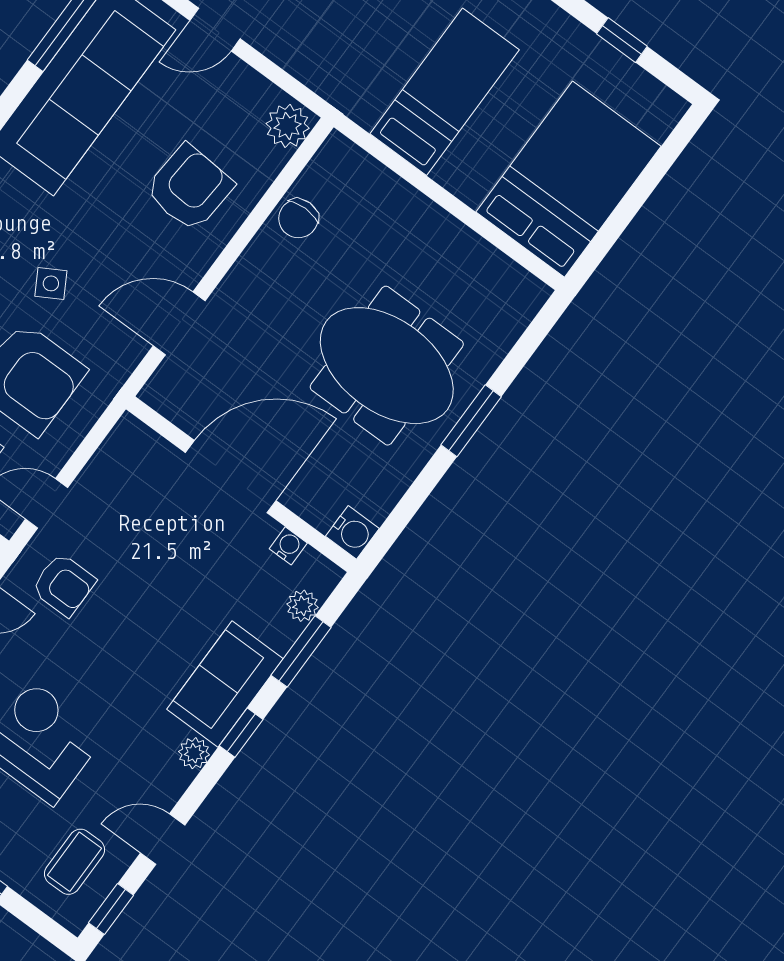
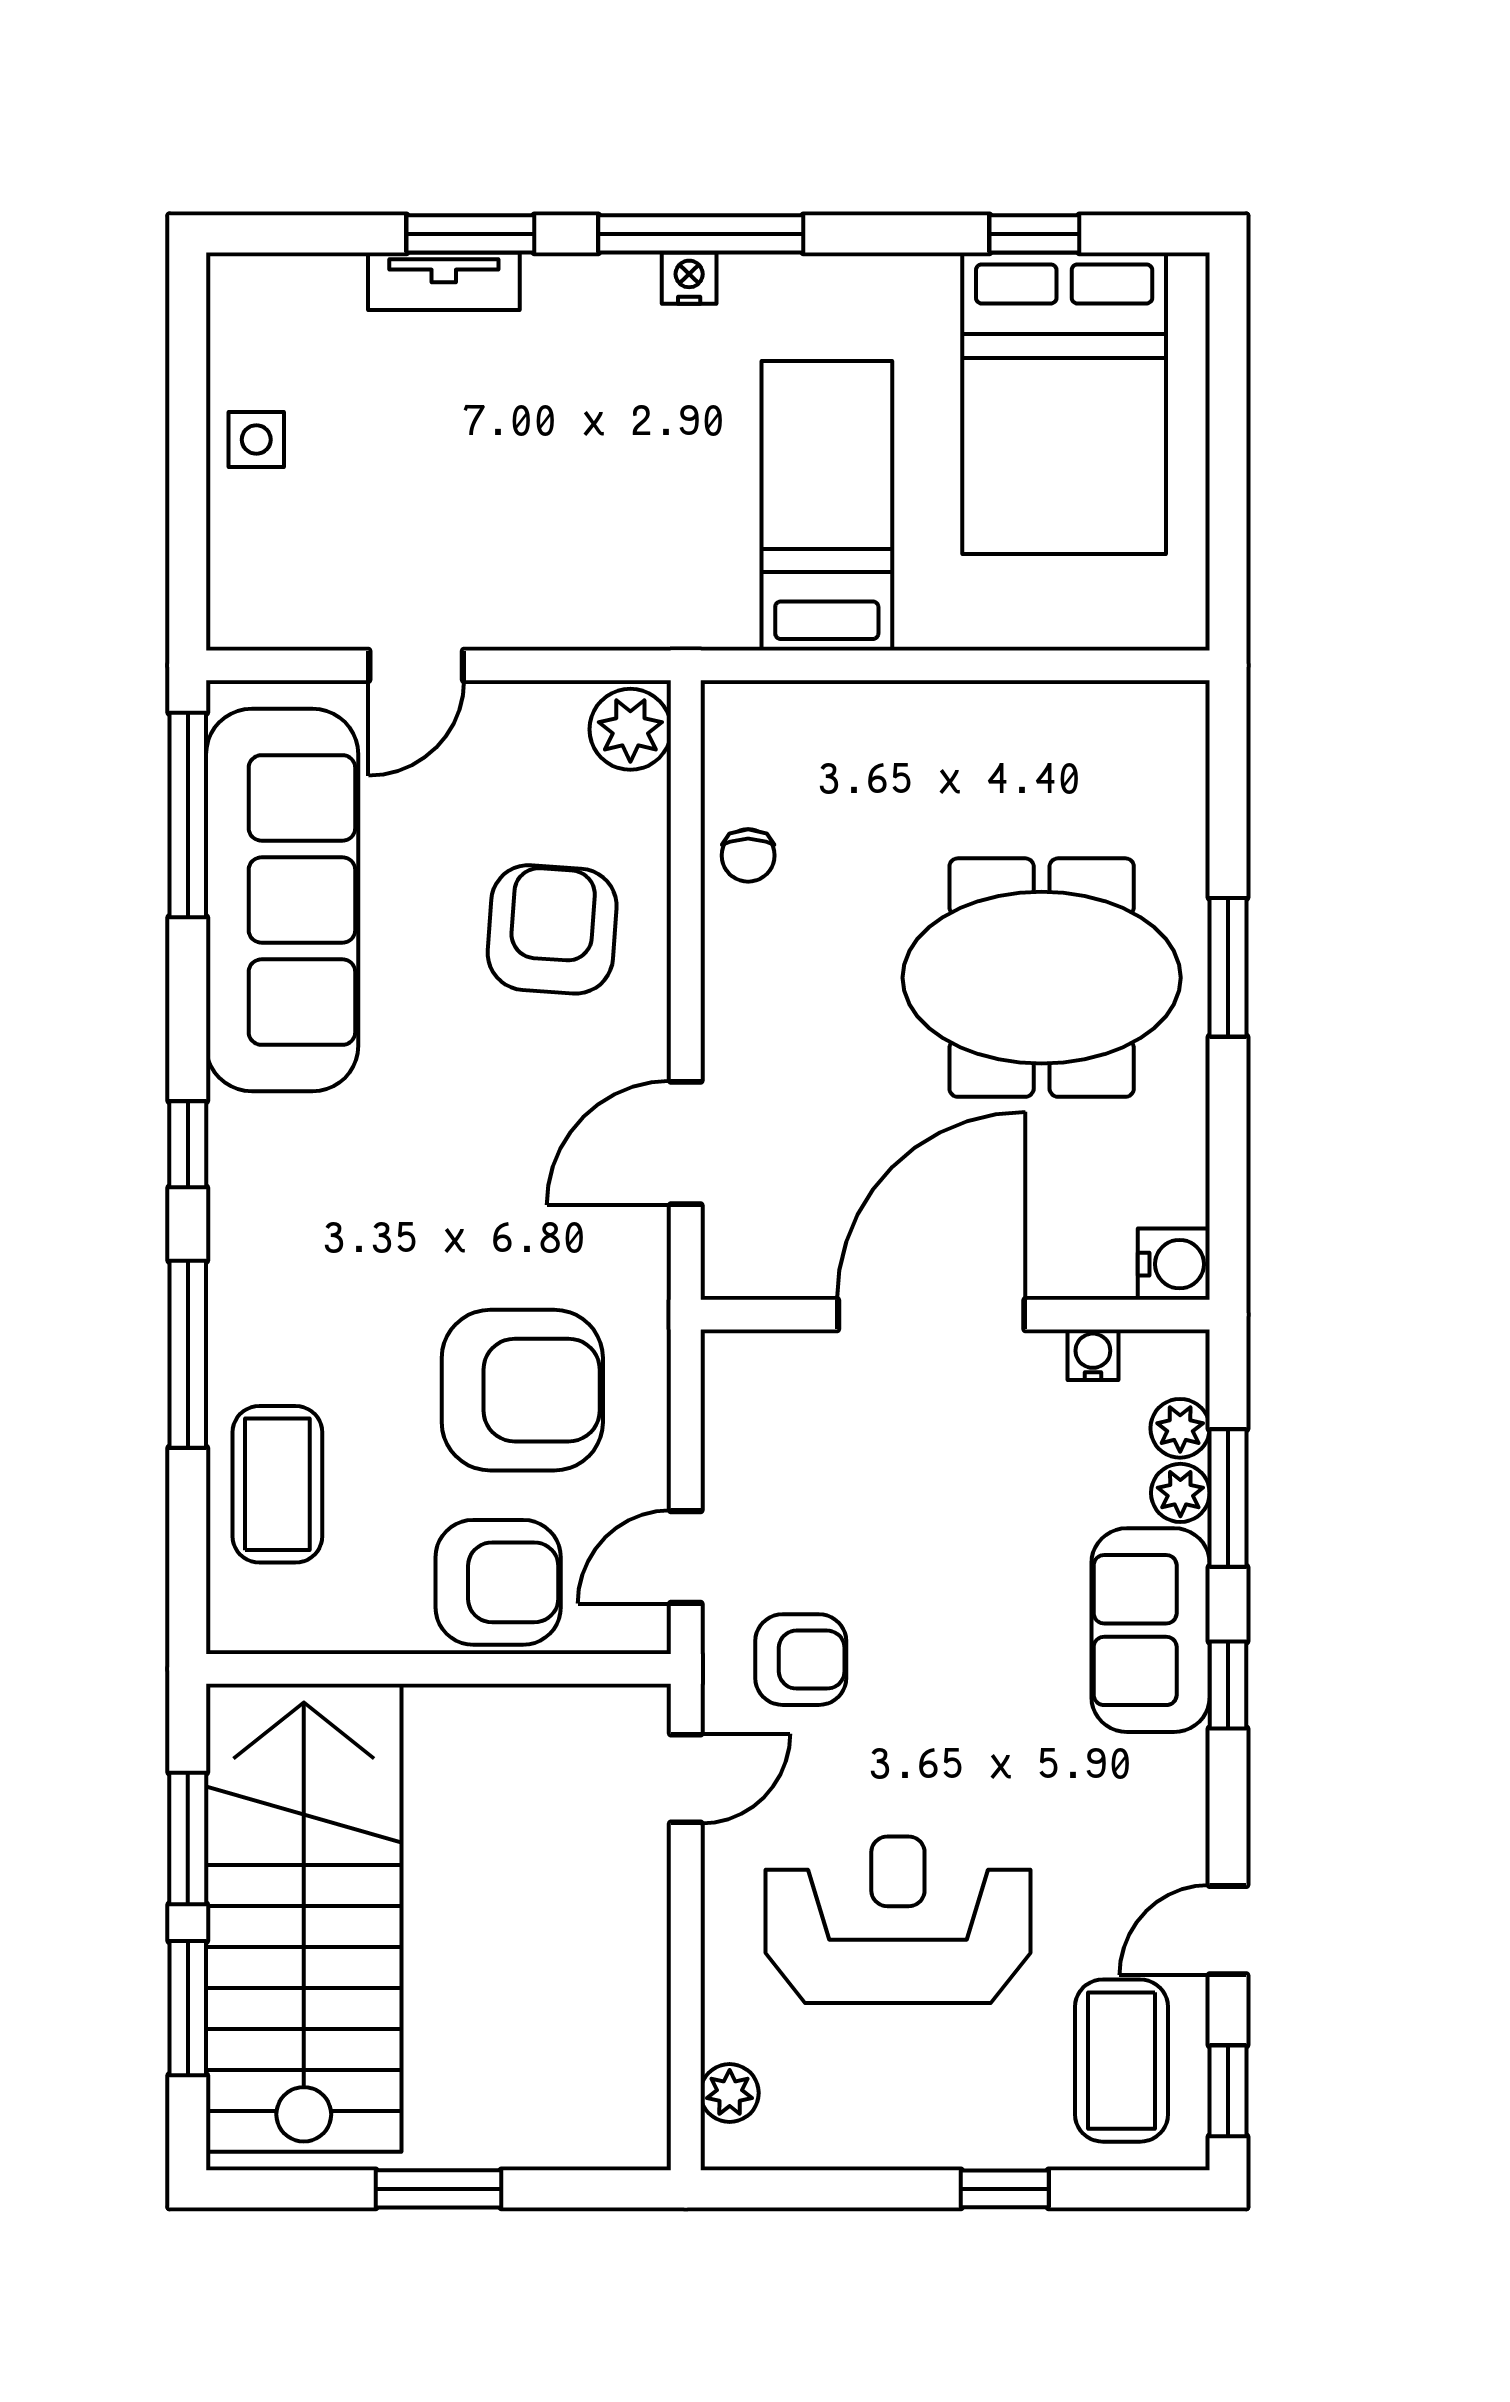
bed: (569, 179) -> (1064, 403), moved, turned 180
chair: (298, 218) -> (748, 855), width x0.73, depth x0.73
side table: (51, 283) -> (451, 1224), removed
plant: (194, 753) -> (1180, 1493), moved
coffee table: (74, 862) -> (1121, 2061), width x1.36, depth x1.30

